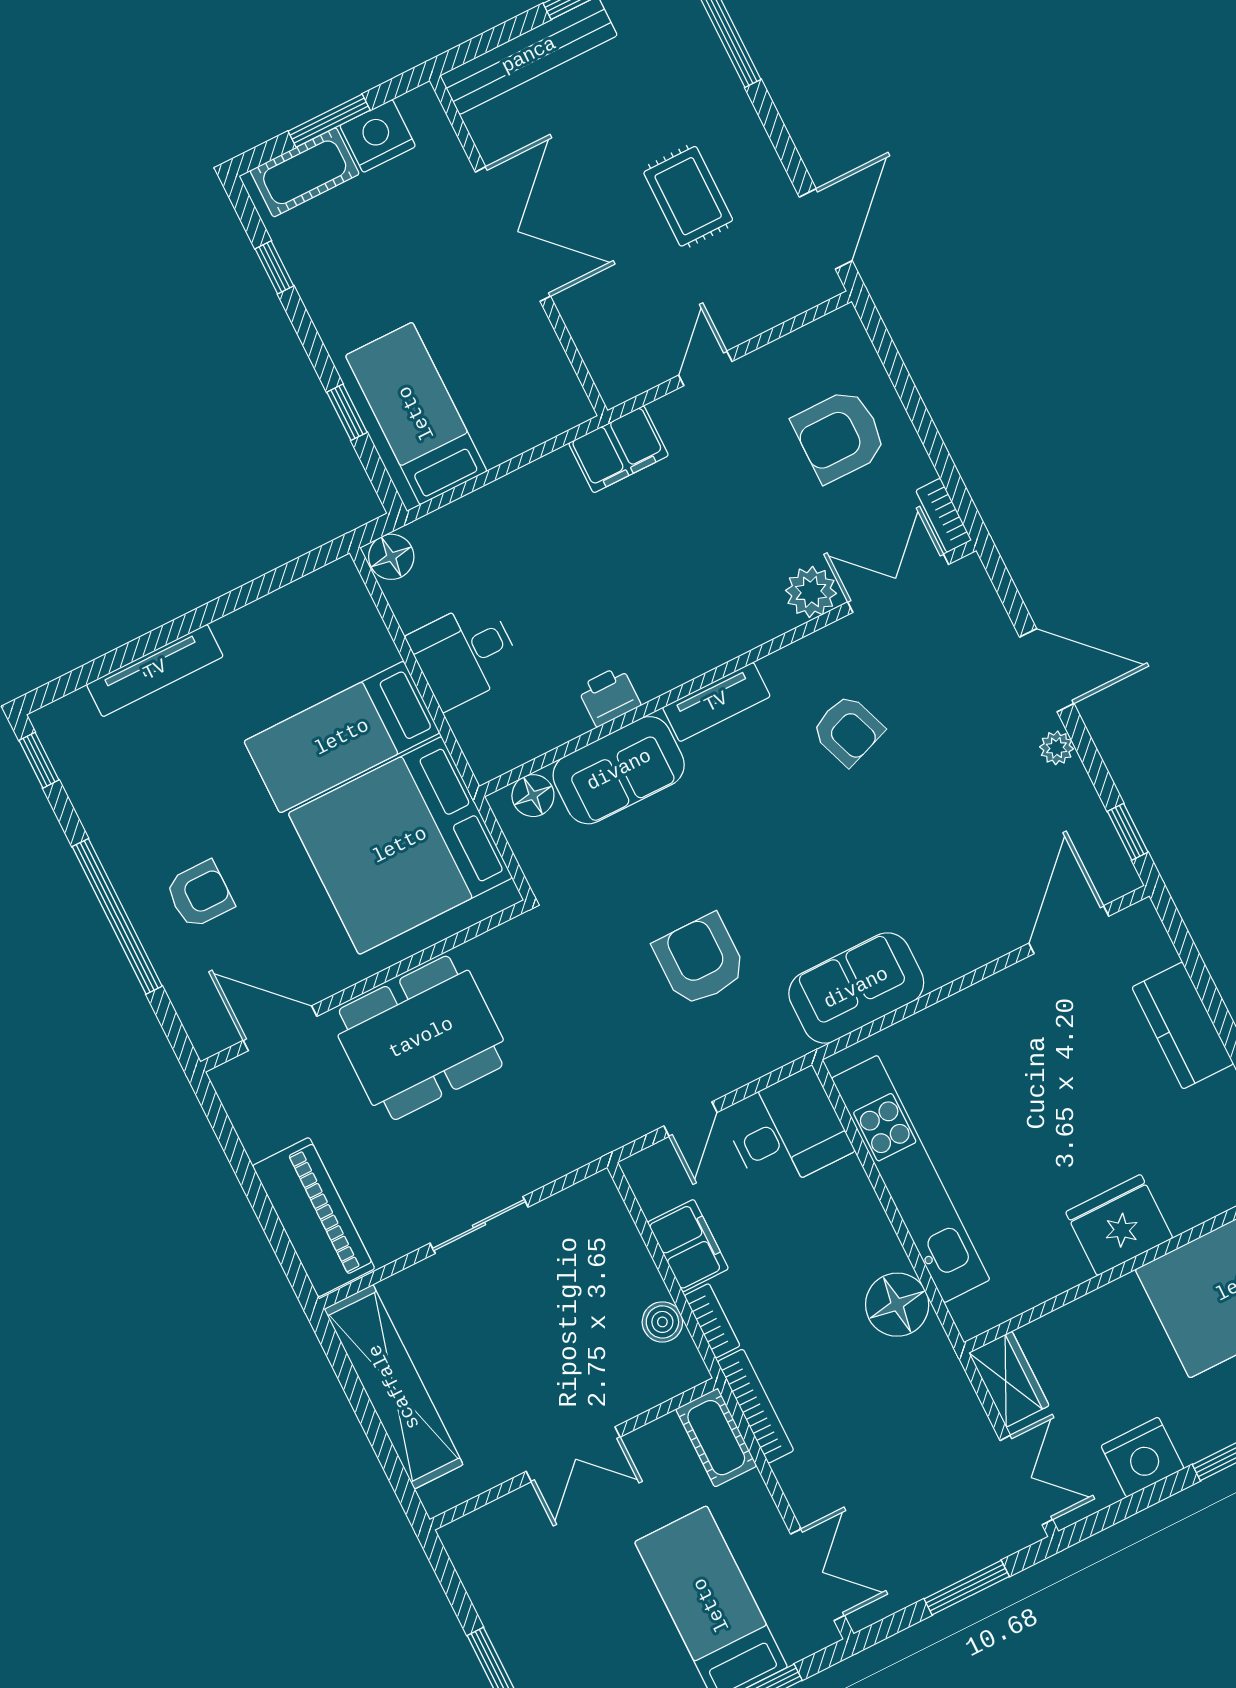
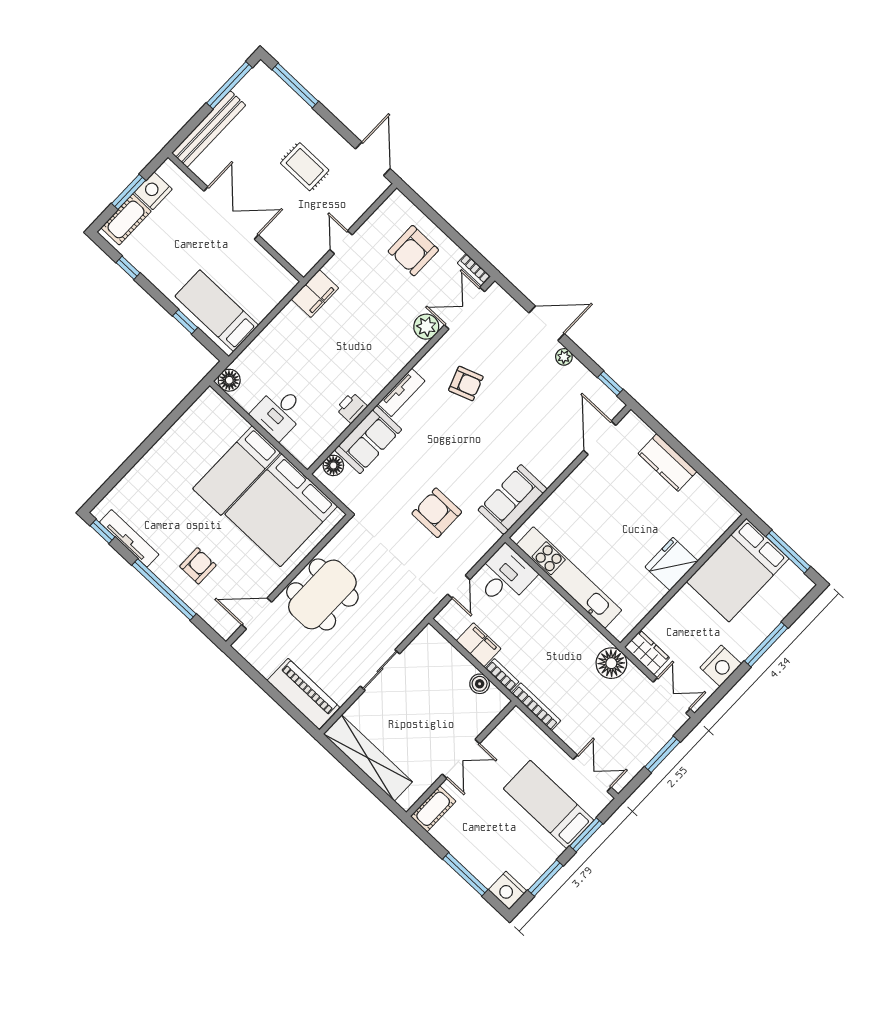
tv unit: (155, 670) -> (129, 538), moved, turned -90
floor lamp: (897, 1305) -> (611, 663), moved
cot: (716, 1438) -> (433, 809), moved, turned 90

